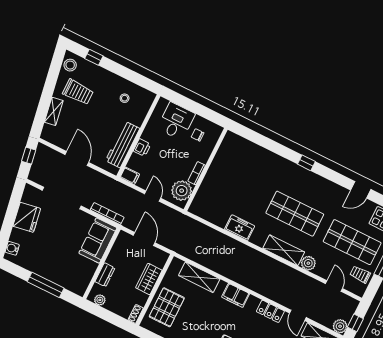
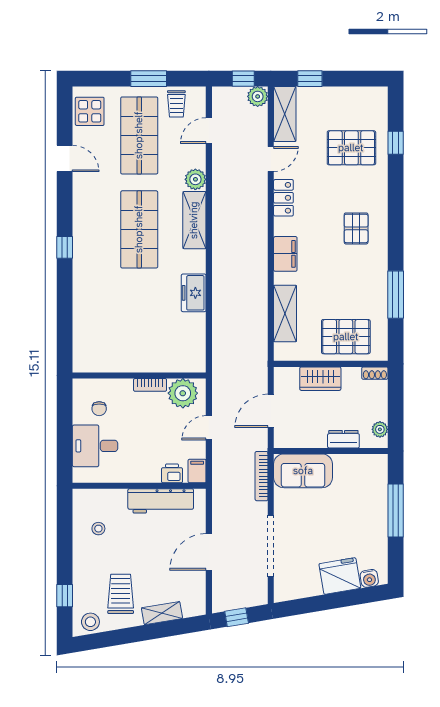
printer: (142, 148) -> (172, 473), moved
fridge: (27, 217) -> (340, 576), moved

